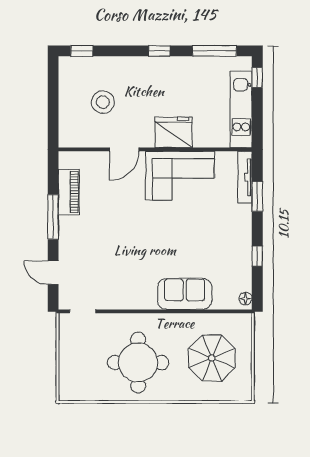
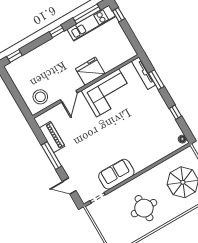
stool: (103, 102) -> (40, 97), moved
kitchen unit: (241, 109) -> (91, 23), moved, turned -90
sofa: (185, 294) -> (116, 174), moved
round table: (138, 363) -> (144, 208), width x0.73, depth x0.73

